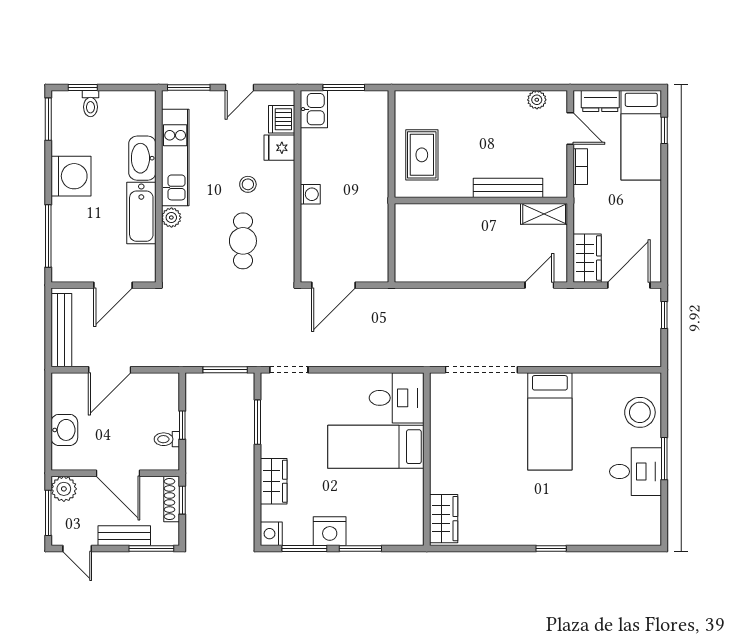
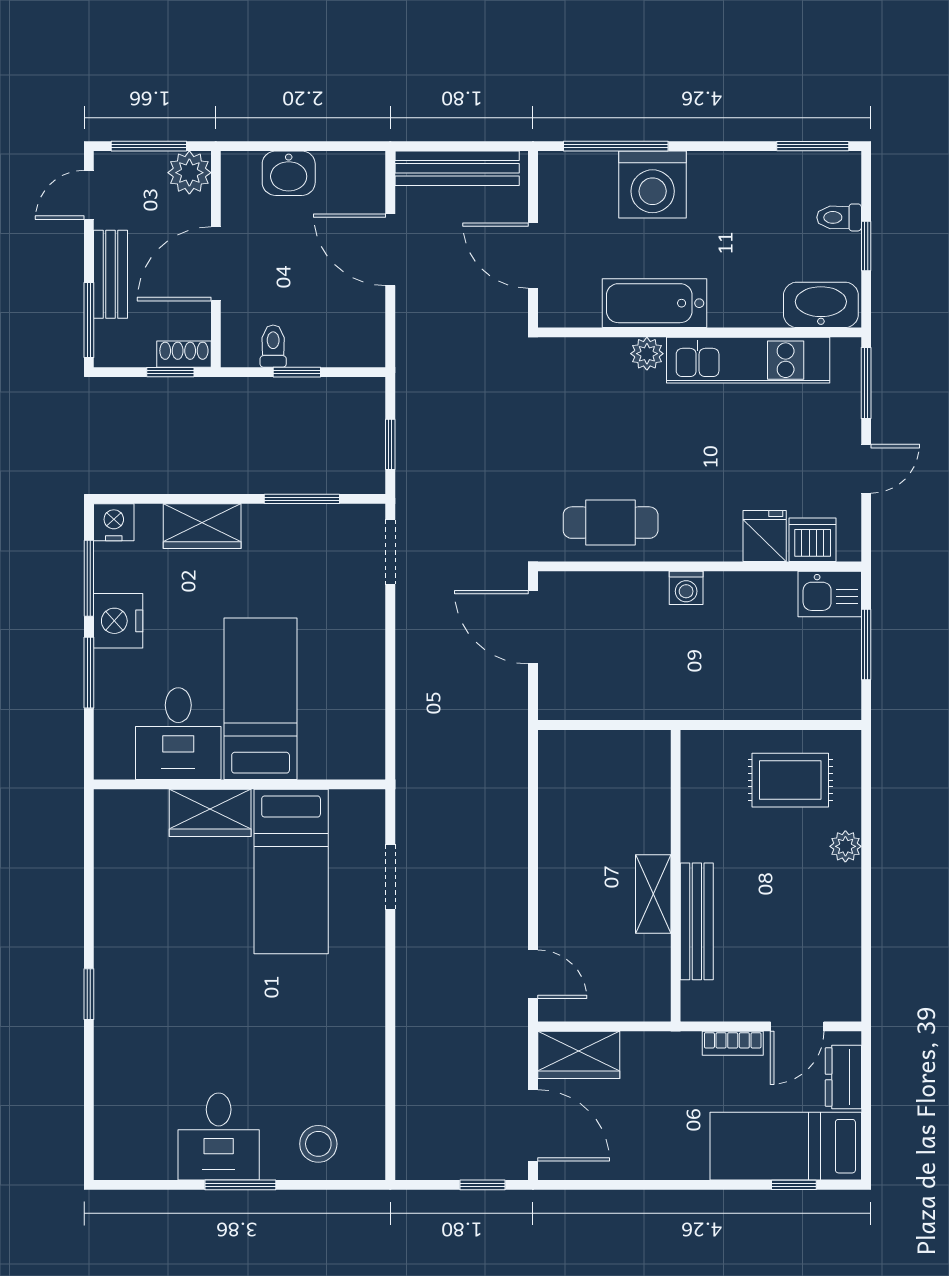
window: (83, 88) -> (866, 246), moved
door: (239, 88) -> (866, 469), swing flipped
plant: (537, 100) -> (845, 846), moved
rug: (422, 155) -> (790, 780), moved
washbasin: (142, 158) -> (821, 305), moved
washing machine: (71, 176) -> (653, 185), moved
stool: (248, 184) -> (703, 483), removed
shelving: (544, 214) -> (653, 894), moved
cafe table: (243, 241) -> (611, 523), moved
window: (225, 370) -> (390, 444), width x0.67
doorway: (481, 370) -> (390, 877), width x0.53
desk: (397, 398) -> (178, 734), moved
stool: (640, 412) -> (318, 1144), width x0.73, depth x0.73
bed: (550, 421) -> (291, 872), moved, turned -90
shoe rack: (172, 499) -> (184, 354), width x0.70
wardrobe: (444, 519) -> (210, 813), moved

